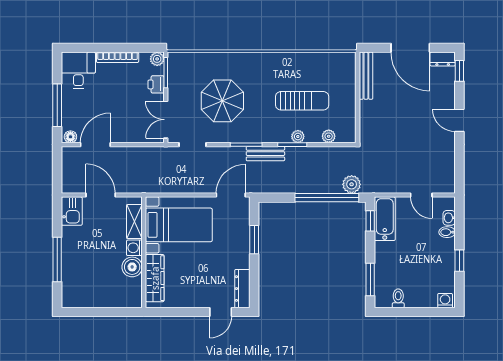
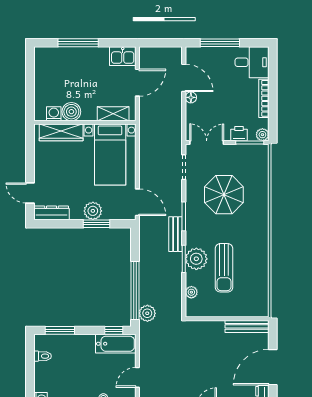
floor lamp: (70, 137) -> (191, 97), moved
plant: (298, 137) -> (196, 259), width x1.88, depth x1.88
plant: (240, 244) -> (93, 211), added
washing machine: (134, 248) -> (54, 114), moved

